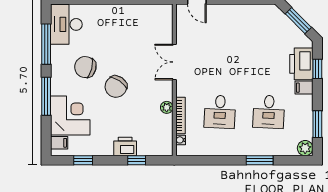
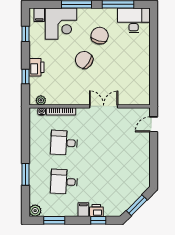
printer: (301, 64) -> (96, 211), width x0.53, depth x0.68
plant: (167, 107) -> (41, 100), moved

